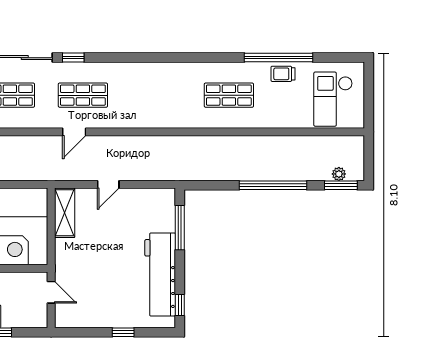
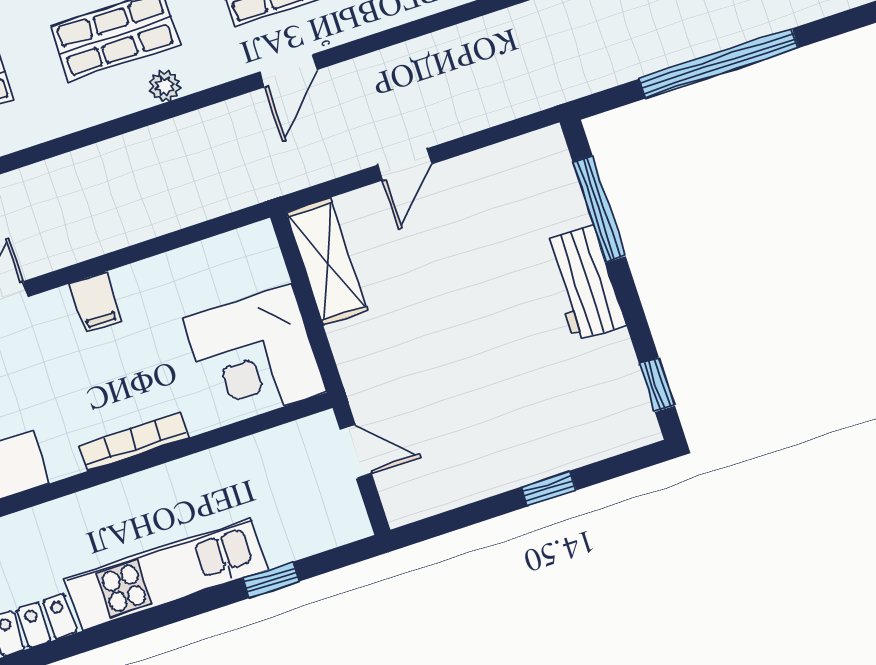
plant: (23, 122) -> (165, 86), added
window: (273, 185) -> (719, 63), moved
workbench: (160, 275) -> (584, 283), width x0.53, depth x0.76

